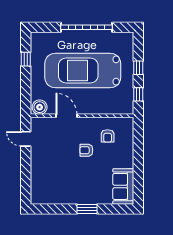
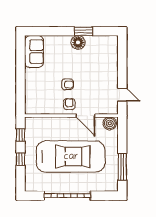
window: (26, 59) -> (122, 167), width x2.17
armchair: (108, 136) -> (69, 104), moved
floor lamp: (75, 197) -> (78, 42), added
window: (87, 209) -> (83, 31), moved

